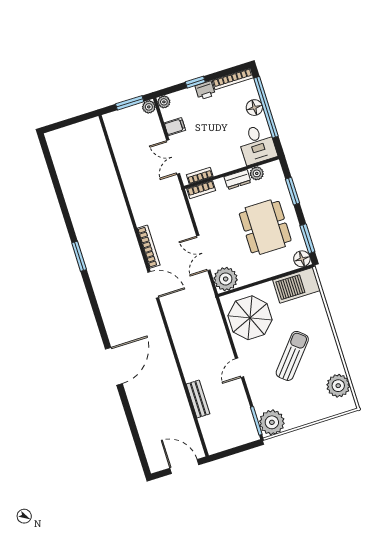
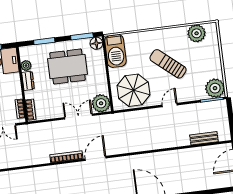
double door: (203, 253) -> (78, 117), swing flipped
door: (240, 368) -> (170, 105), swing flipped
bench: (198, 399) -> (204, 138), moved

